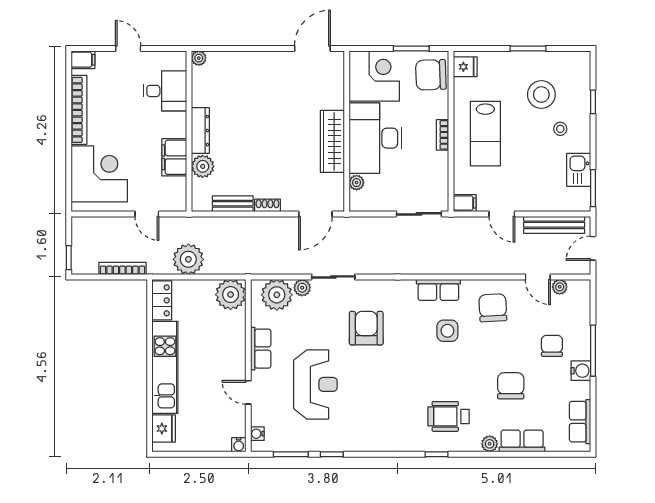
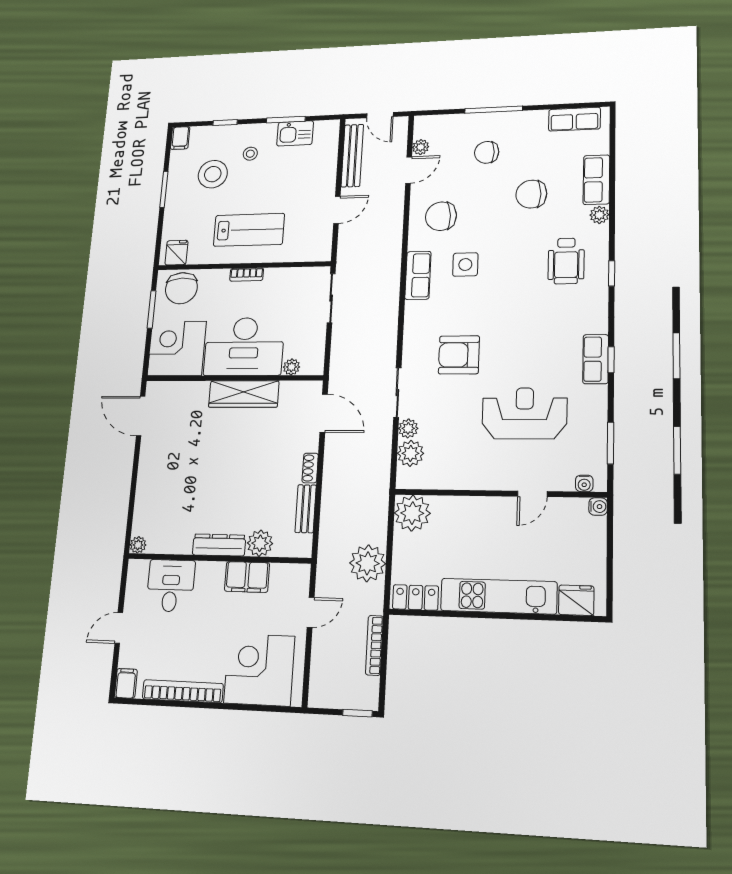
window: (593, 188) -> (286, 120), moved
filing cabinet: (465, 203) -> (180, 138), moved, turned 180
plant: (277, 295) -> (411, 453), width x0.73, depth x0.73
row of seats: (261, 349) -> (596, 359), moved, turned -90
water cooler: (581, 371) -> (516, 121), removed
window: (332, 454) -> (611, 360), moved

